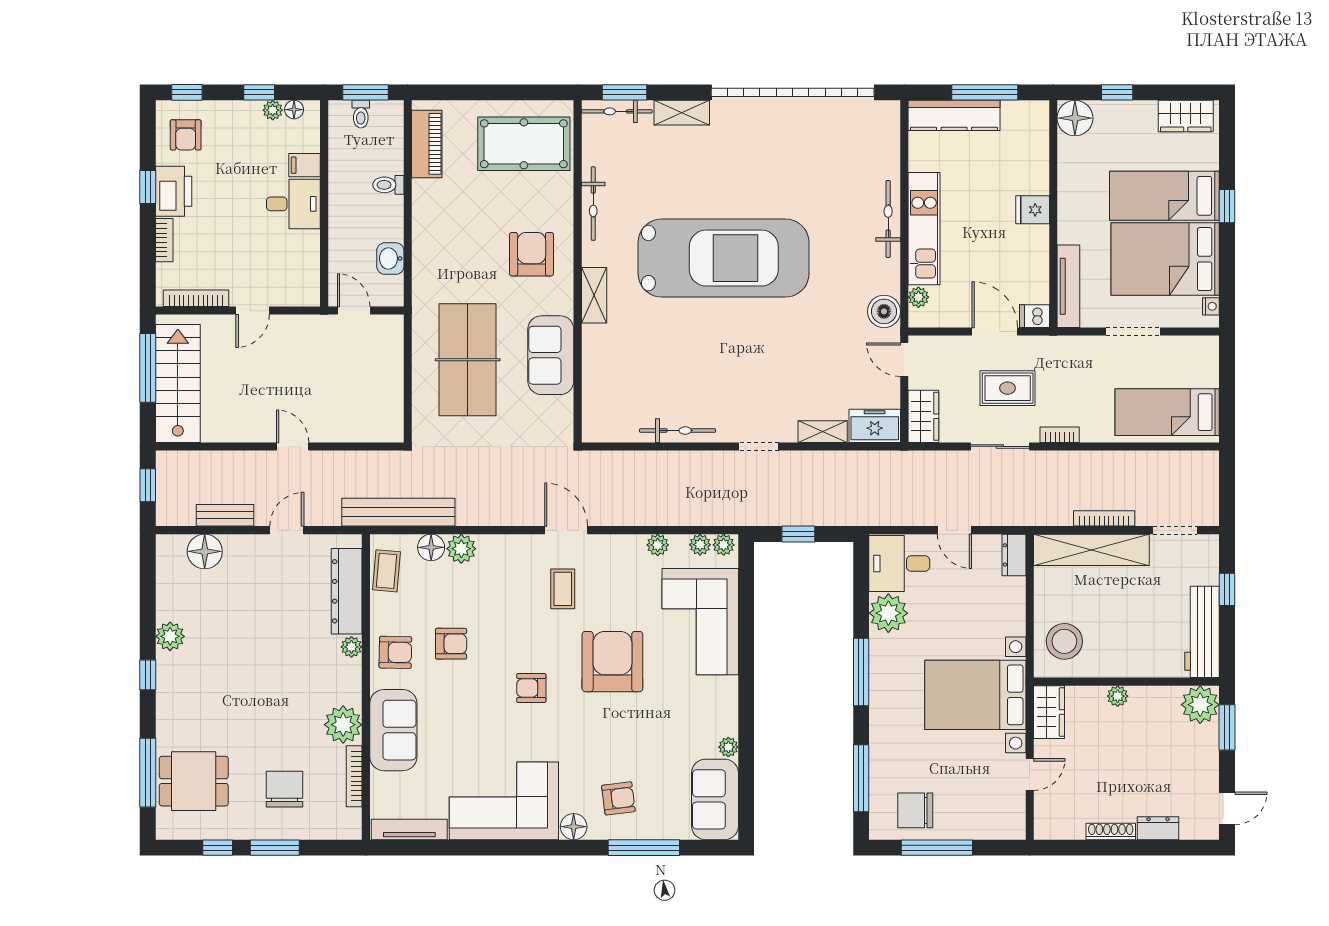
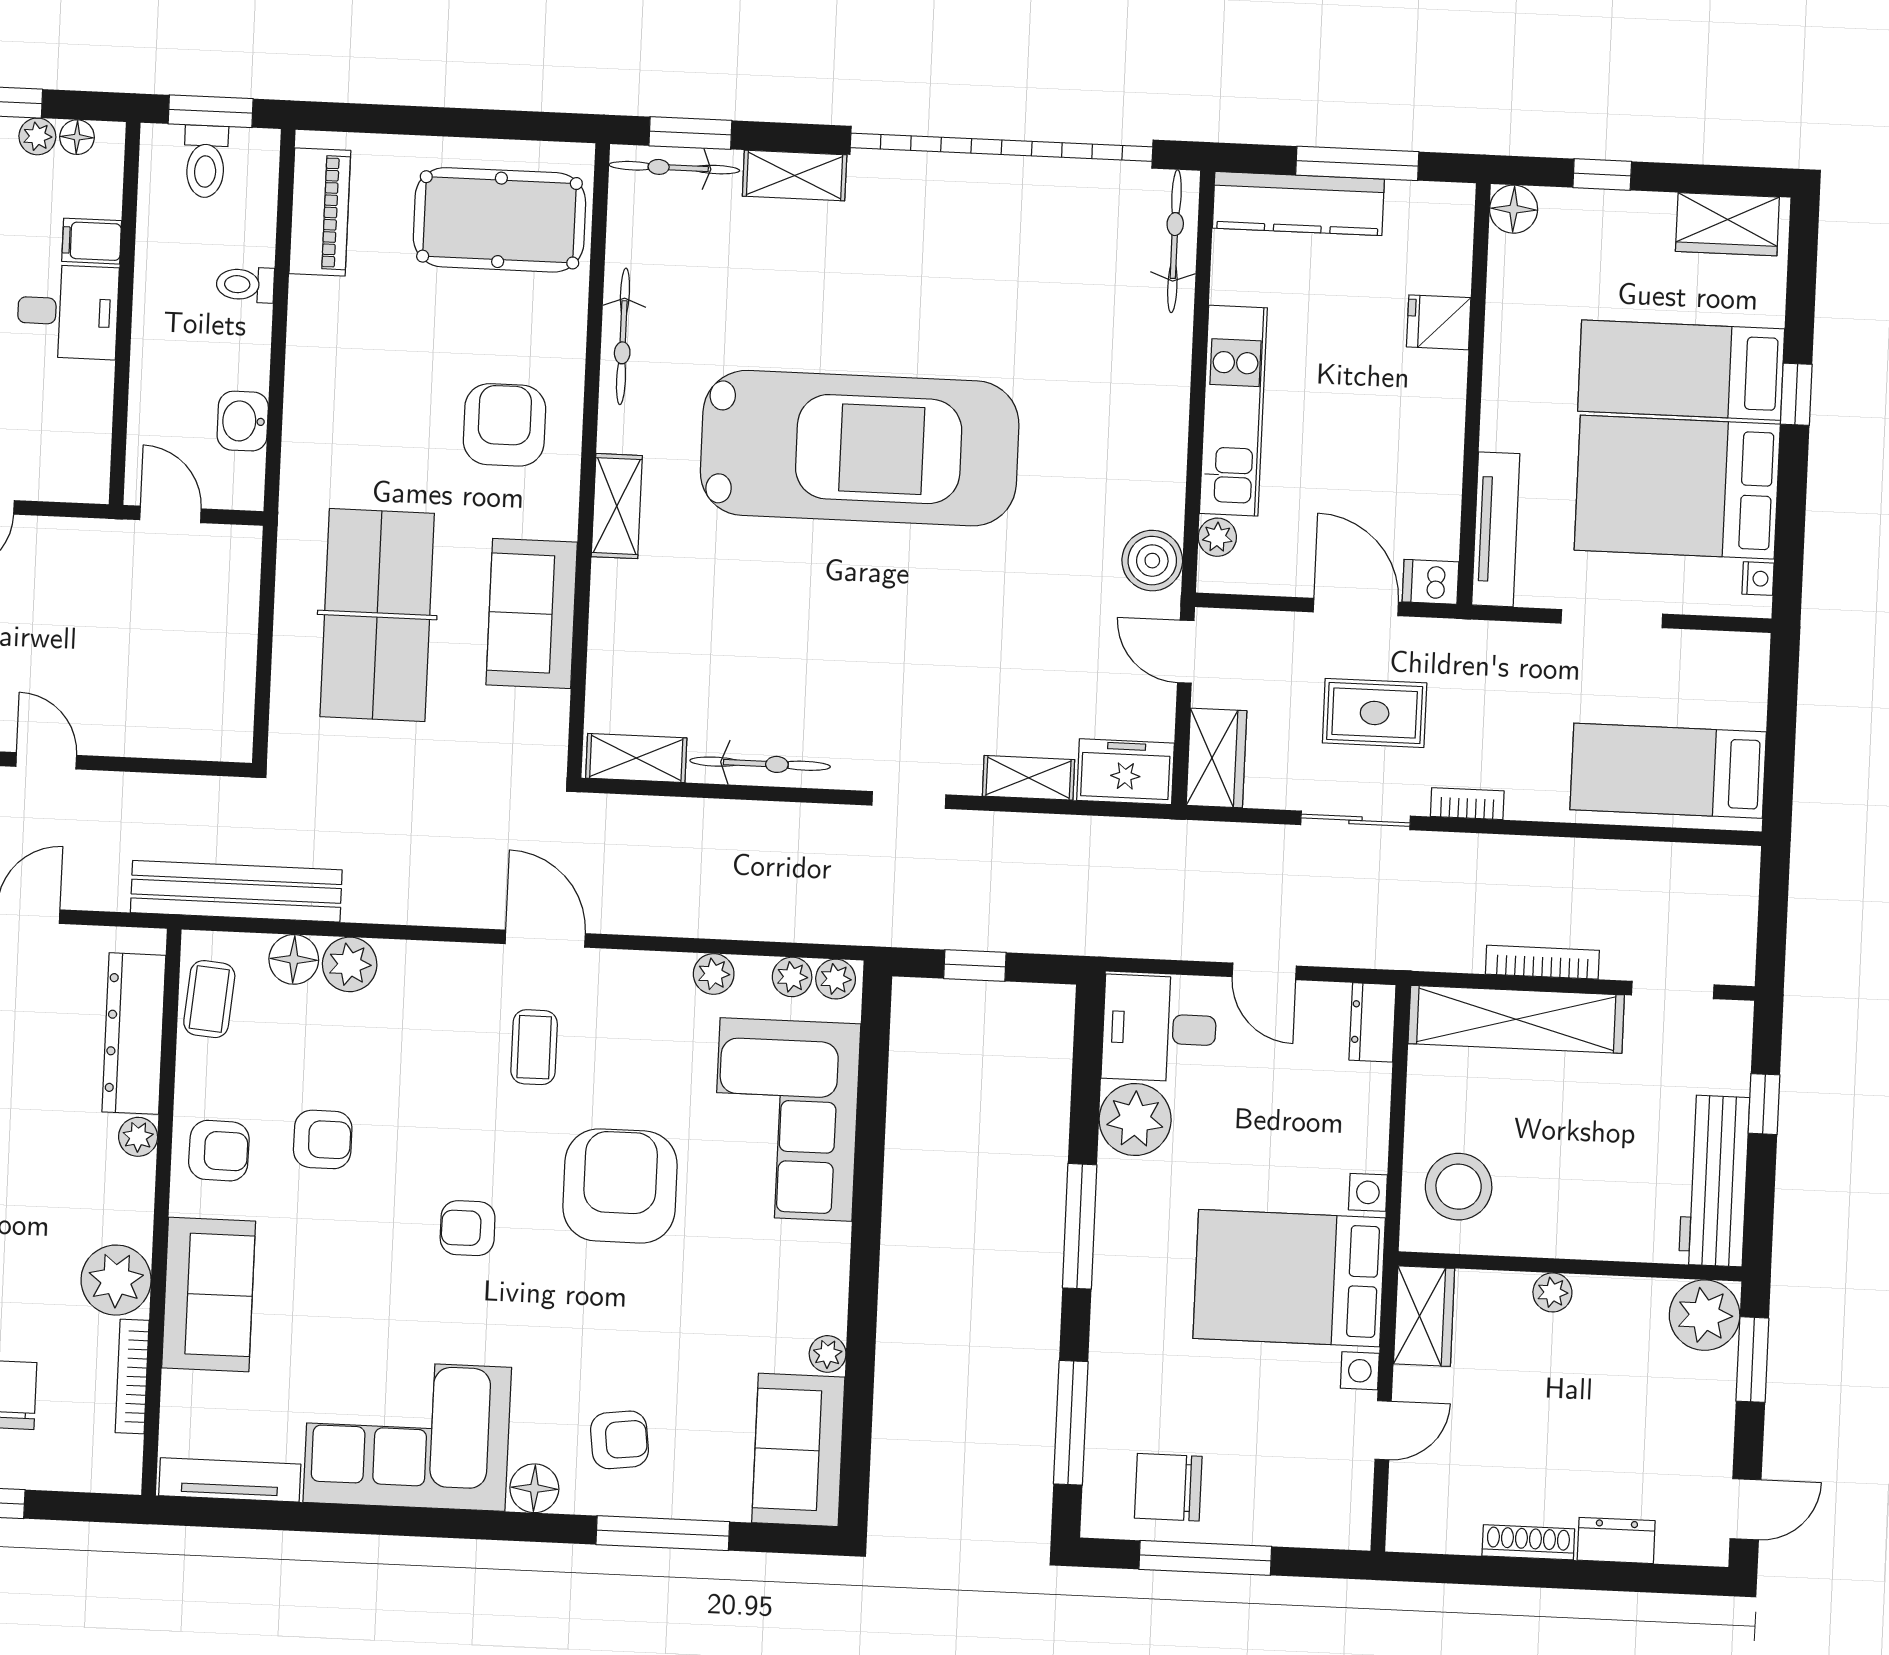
toilet: (361, 114) -> (206, 161), width x1.37, depth x1.39
floor lamp: (1075, 118) -> (1514, 209), width x0.73, depth x0.73
fridge: (1033, 210) -> (1439, 322), moved
bicycle: (888, 219) -> (1174, 241), moved
shelving: (611, 430) -> (636, 758), added

